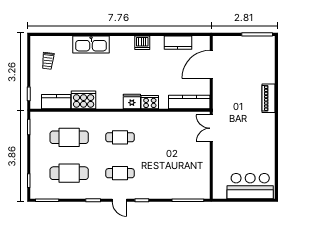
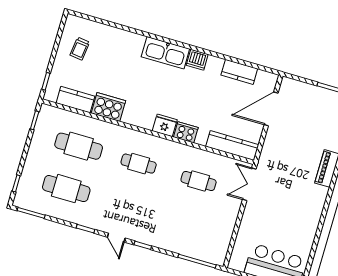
kitchen sink: (91, 45) -> (165, 53), moved
cafe table: (120, 173) -> (199, 181), moved

